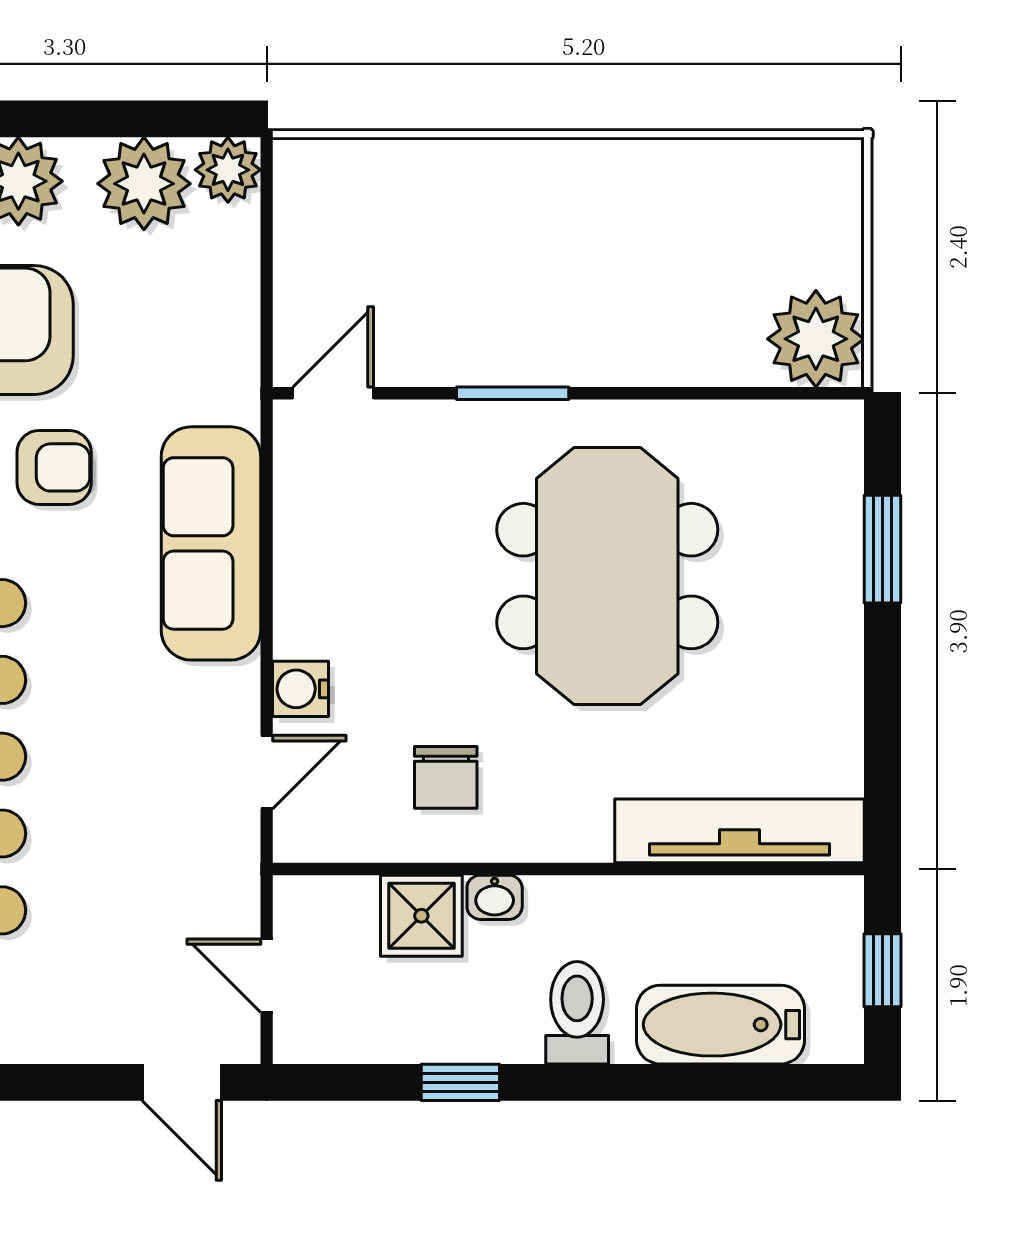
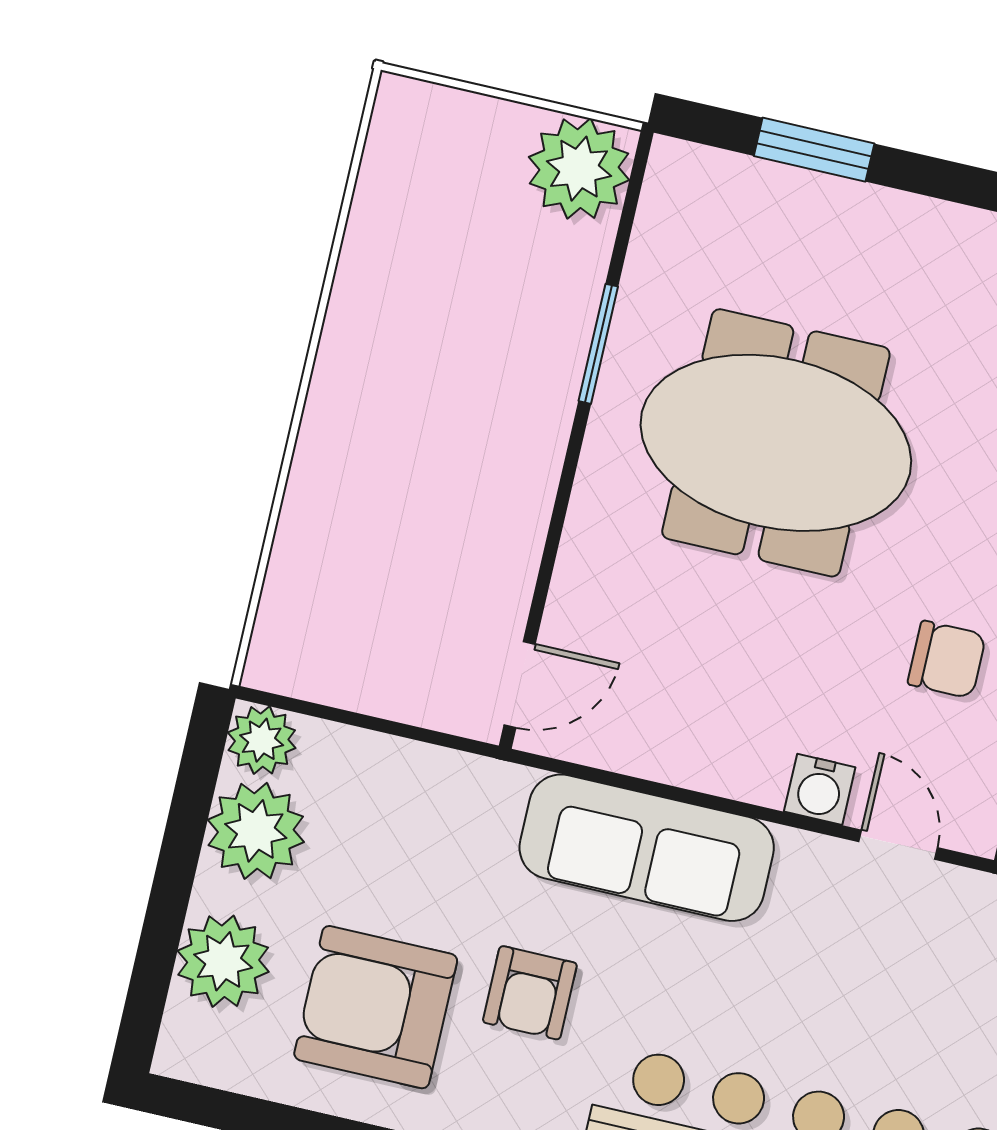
door: (333, 393) -> (520, 684), swing flipped
window: (513, 393) -> (598, 344), moved
armchair: (54, 467) -> (530, 993), turned 180

